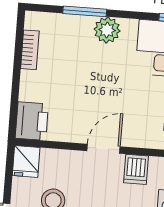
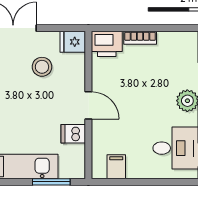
bookcase: (30, 50) -> (140, 38), moved

